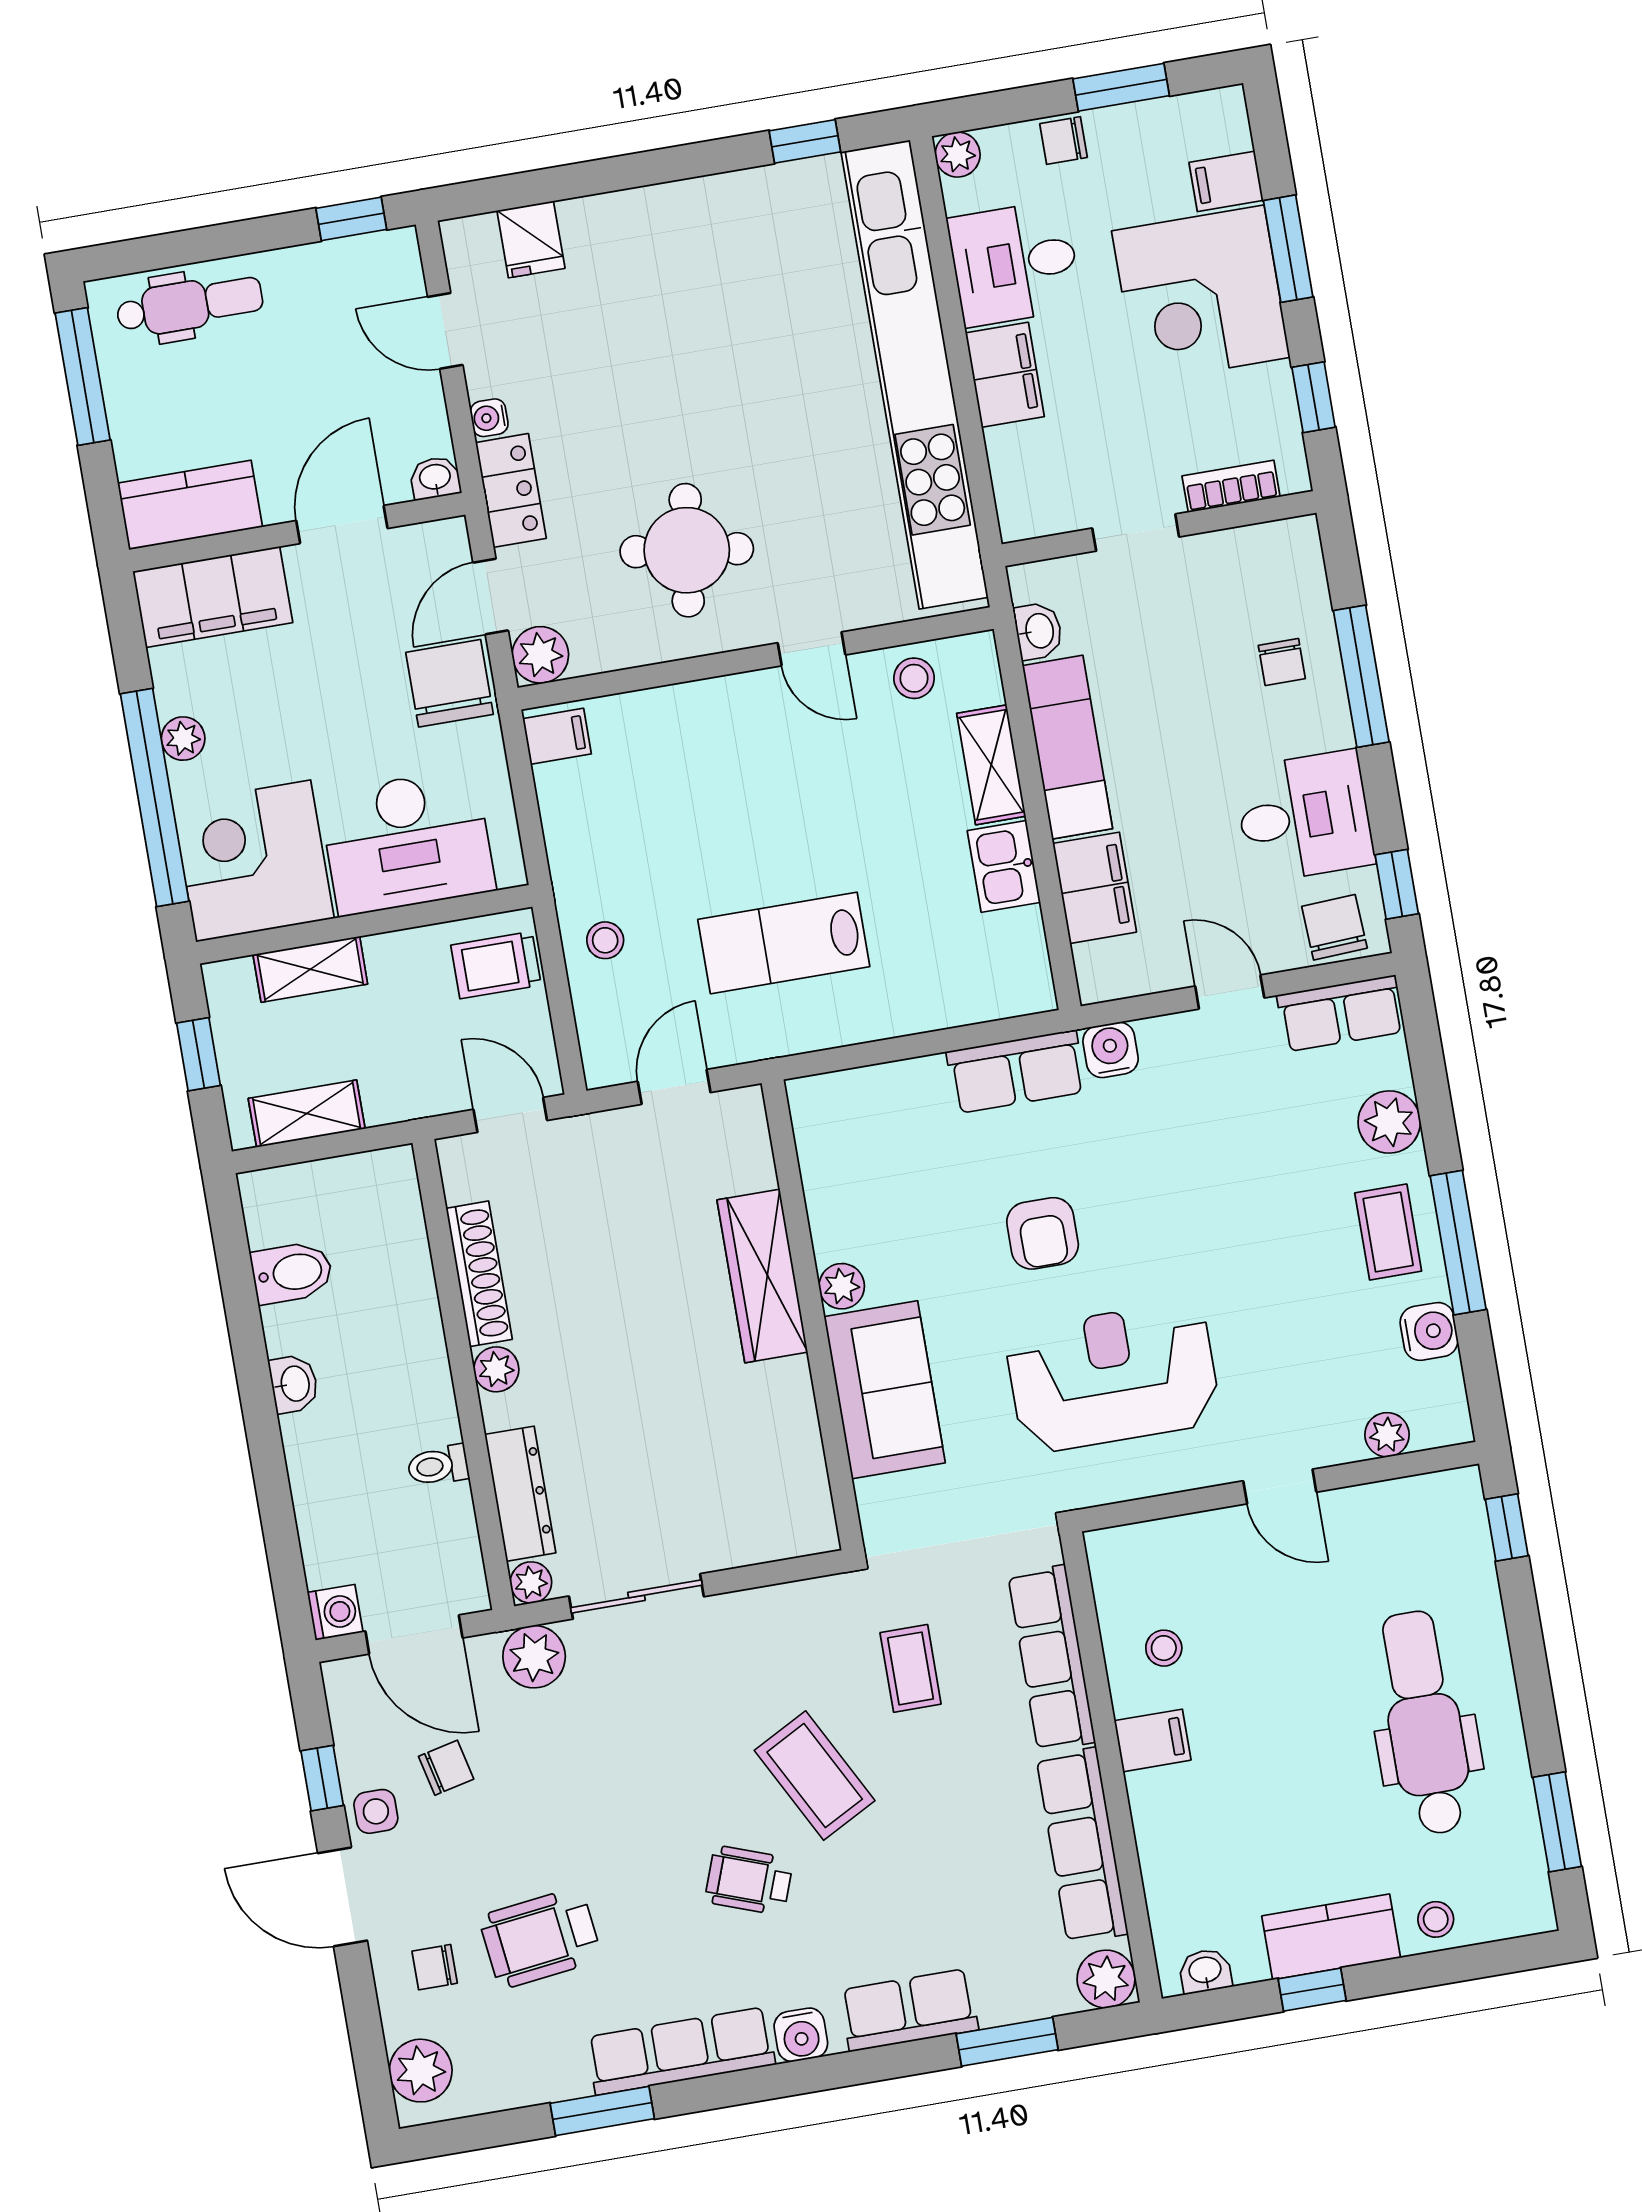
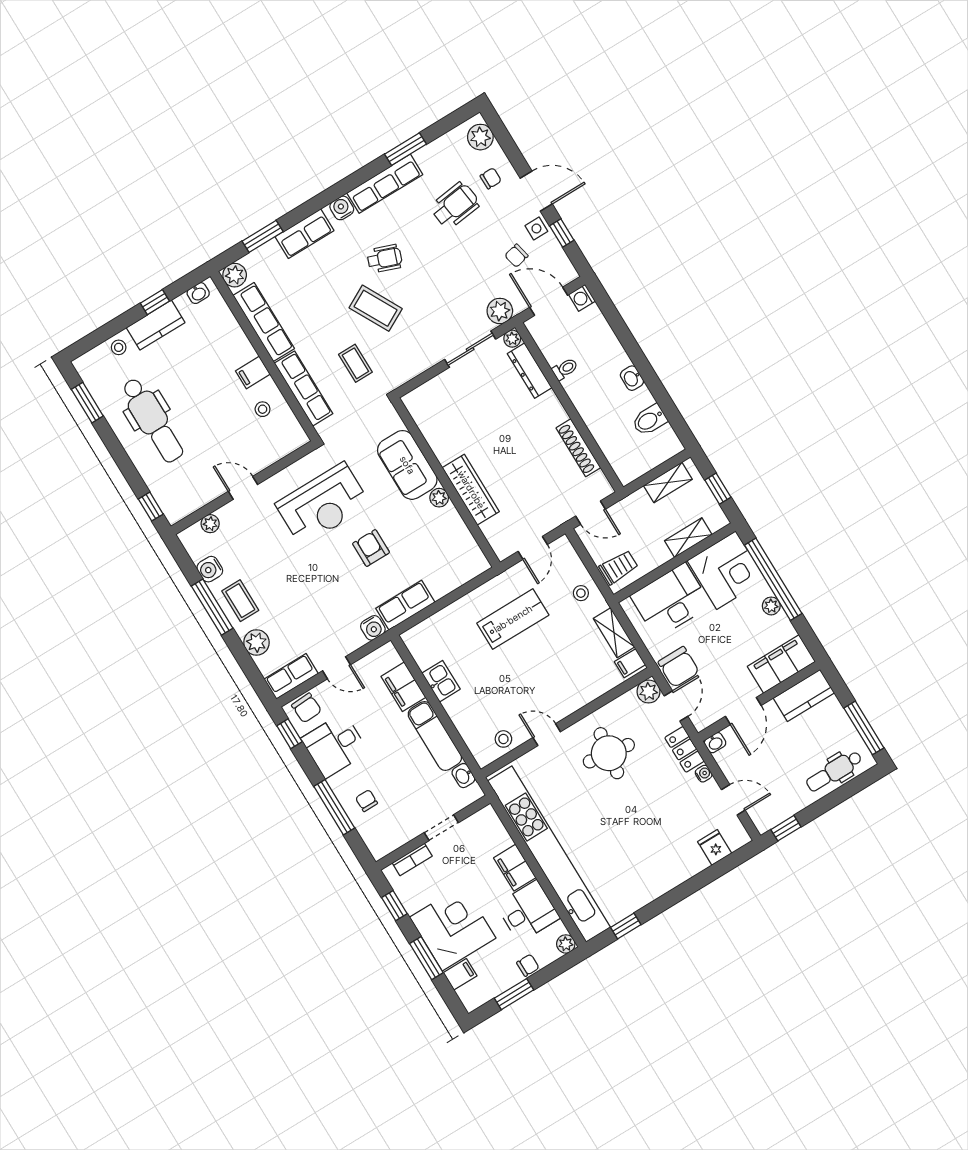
shelving: (991, 765) -> (614, 633), moved
plant: (496, 1369) -> (557, 414), removed

